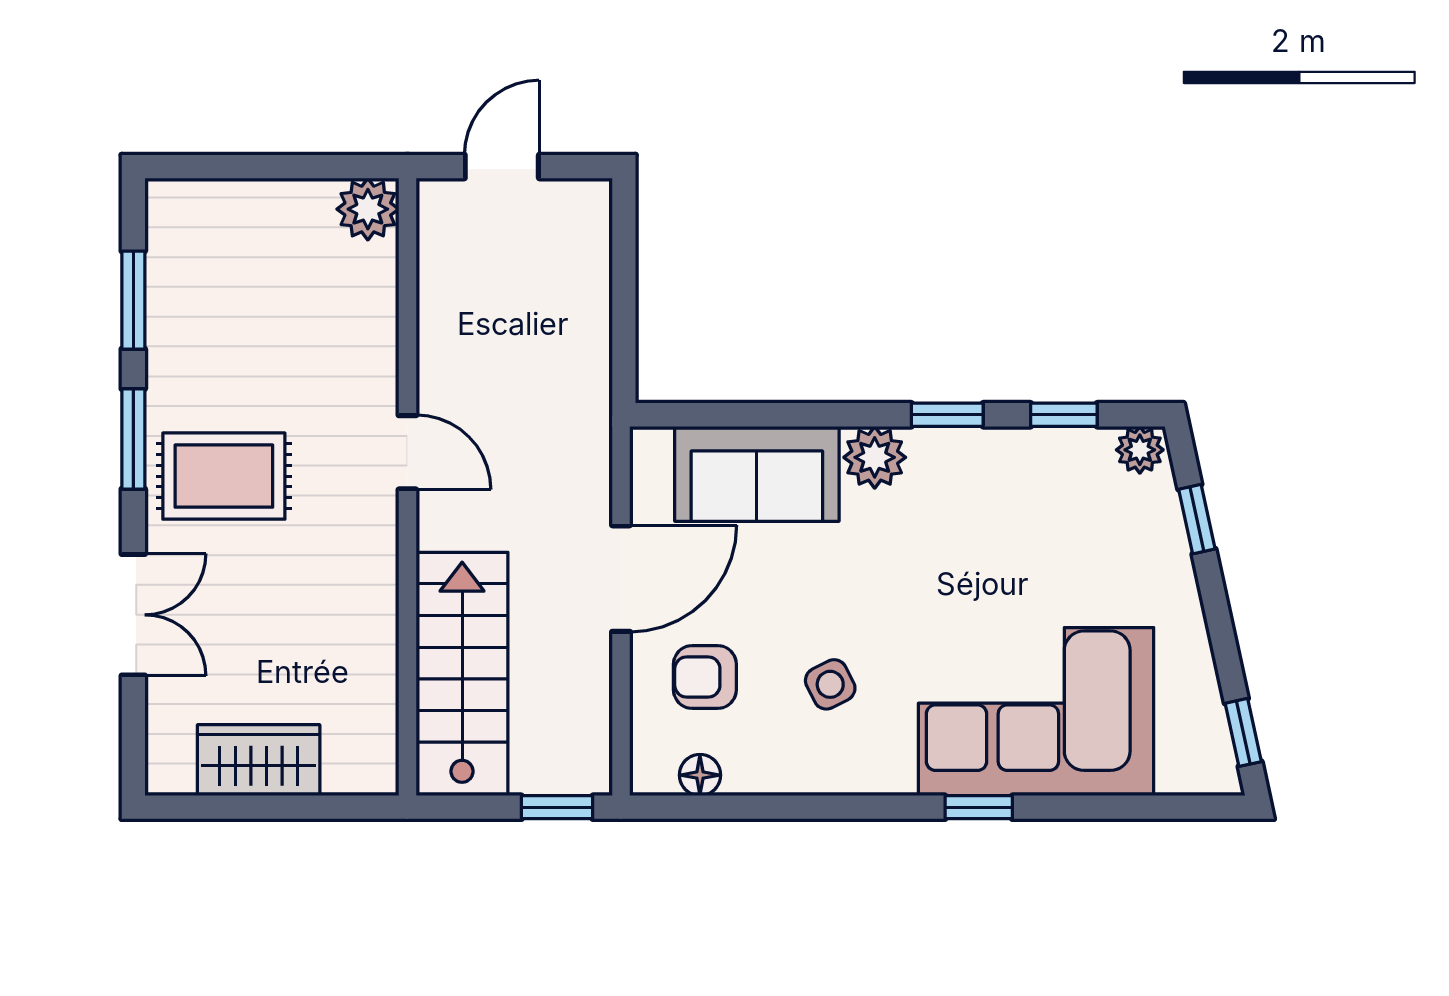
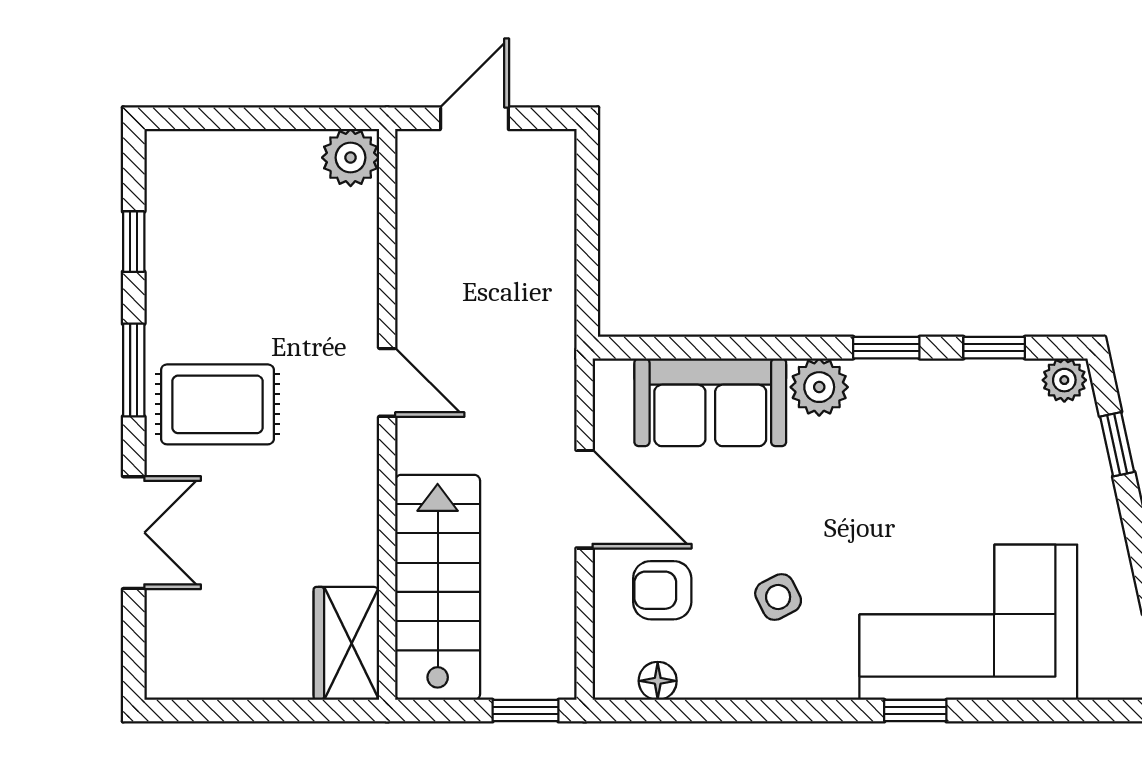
window: (133, 300) -> (134, 242), width x0.67
door: (621, 579) -> (585, 499), hinge flipped
wardrobe: (259, 760) -> (346, 643), moved, turned -90

